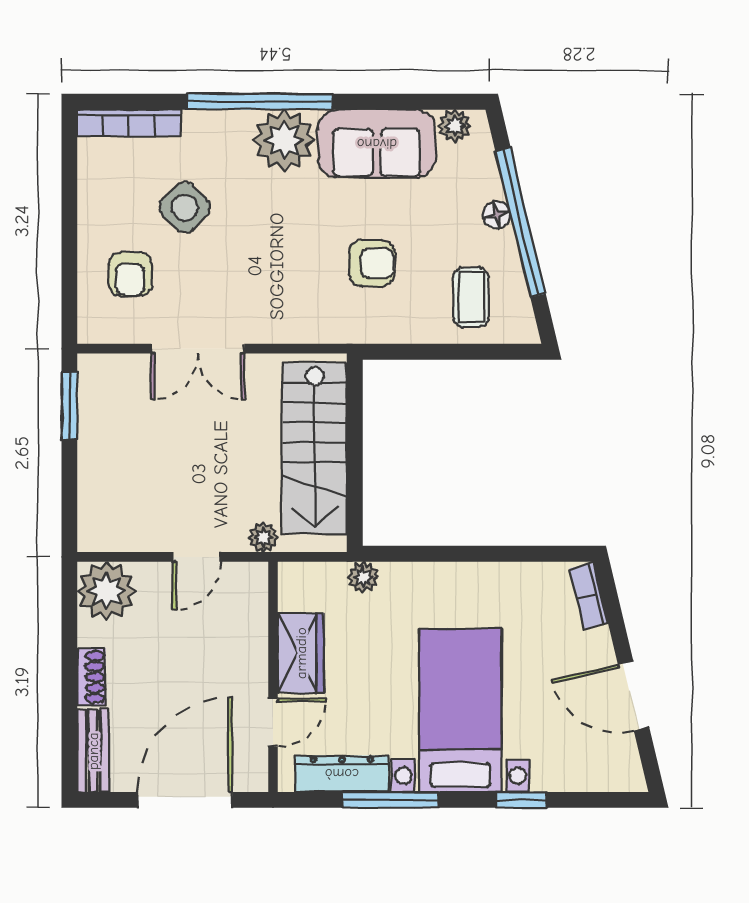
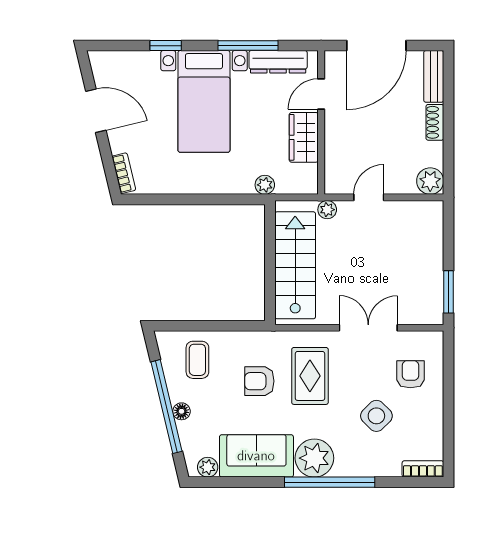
bookcase: (129, 123) -> (423, 469), width x0.64
rug: (291, 271) -> (310, 376), added
plant: (107, 591) -> (430, 181), width x0.73, depth x0.73

